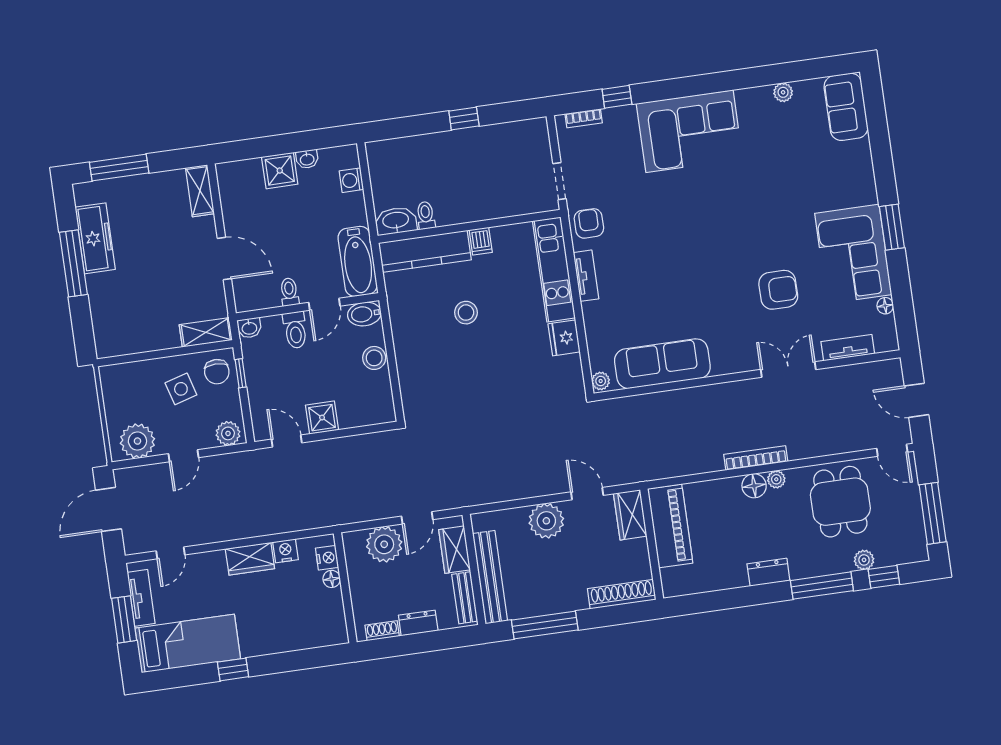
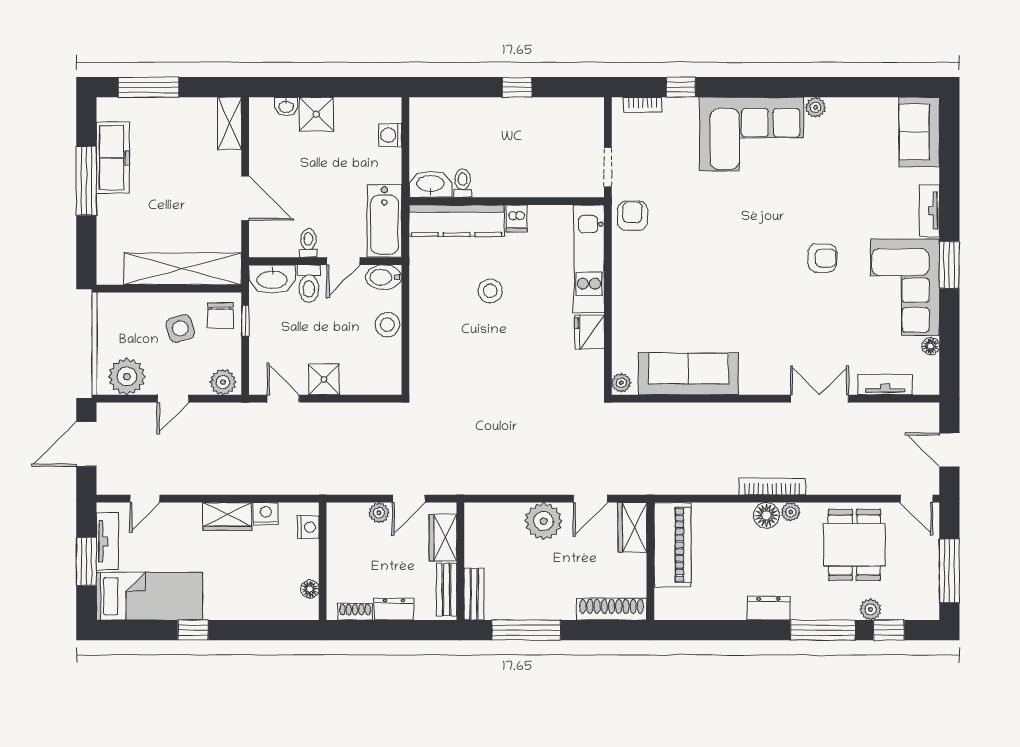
plant: (783, 92) -> (816, 107), moved
washbasin: (307, 159) -> (286, 106), moved
tv unit: (586, 276) -> (929, 211), moved, turned 180
armchair: (778, 290) -> (822, 258), moved, width x0.72, depth x0.72
washbasin: (249, 328) -> (272, 279), width x1.91, depth x1.45
shelving: (206, 332) -> (183, 269), width x2.20, depth x1.33
door: (587, 494) -> (590, 499), swing flipped
plant: (384, 544) -> (379, 513), width x0.53, depth x0.53
bench: (490, 577) -> (474, 594), width x0.54, depth x0.82
floor lamp: (332, 579) -> (310, 589), moved

